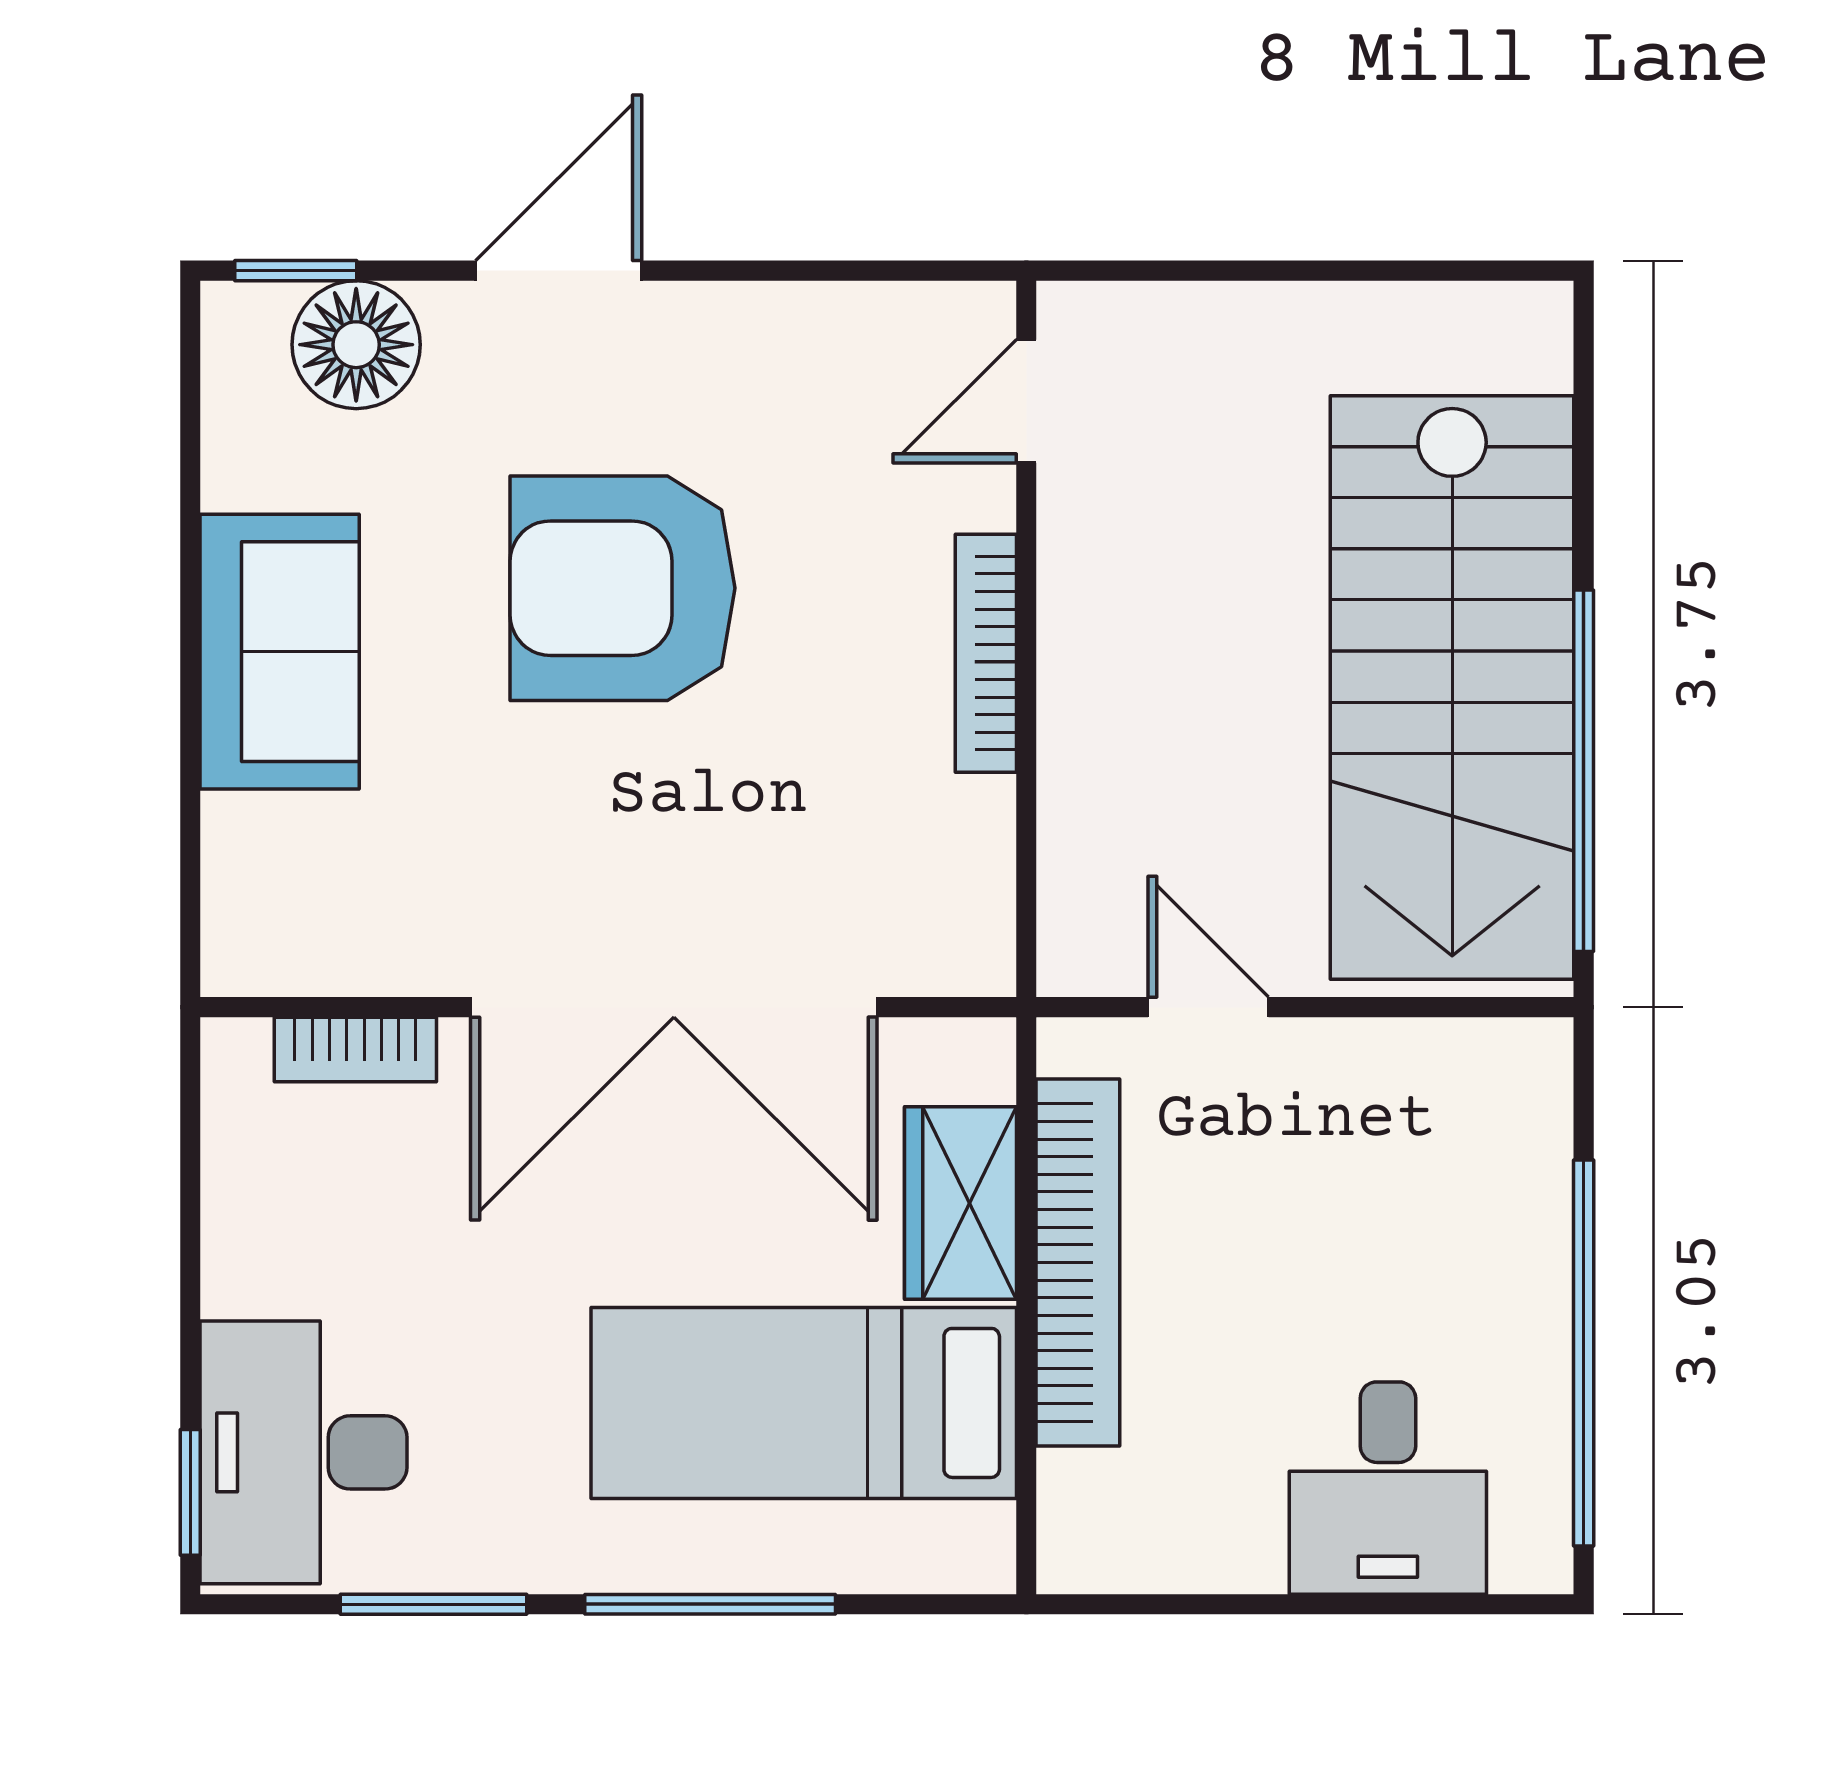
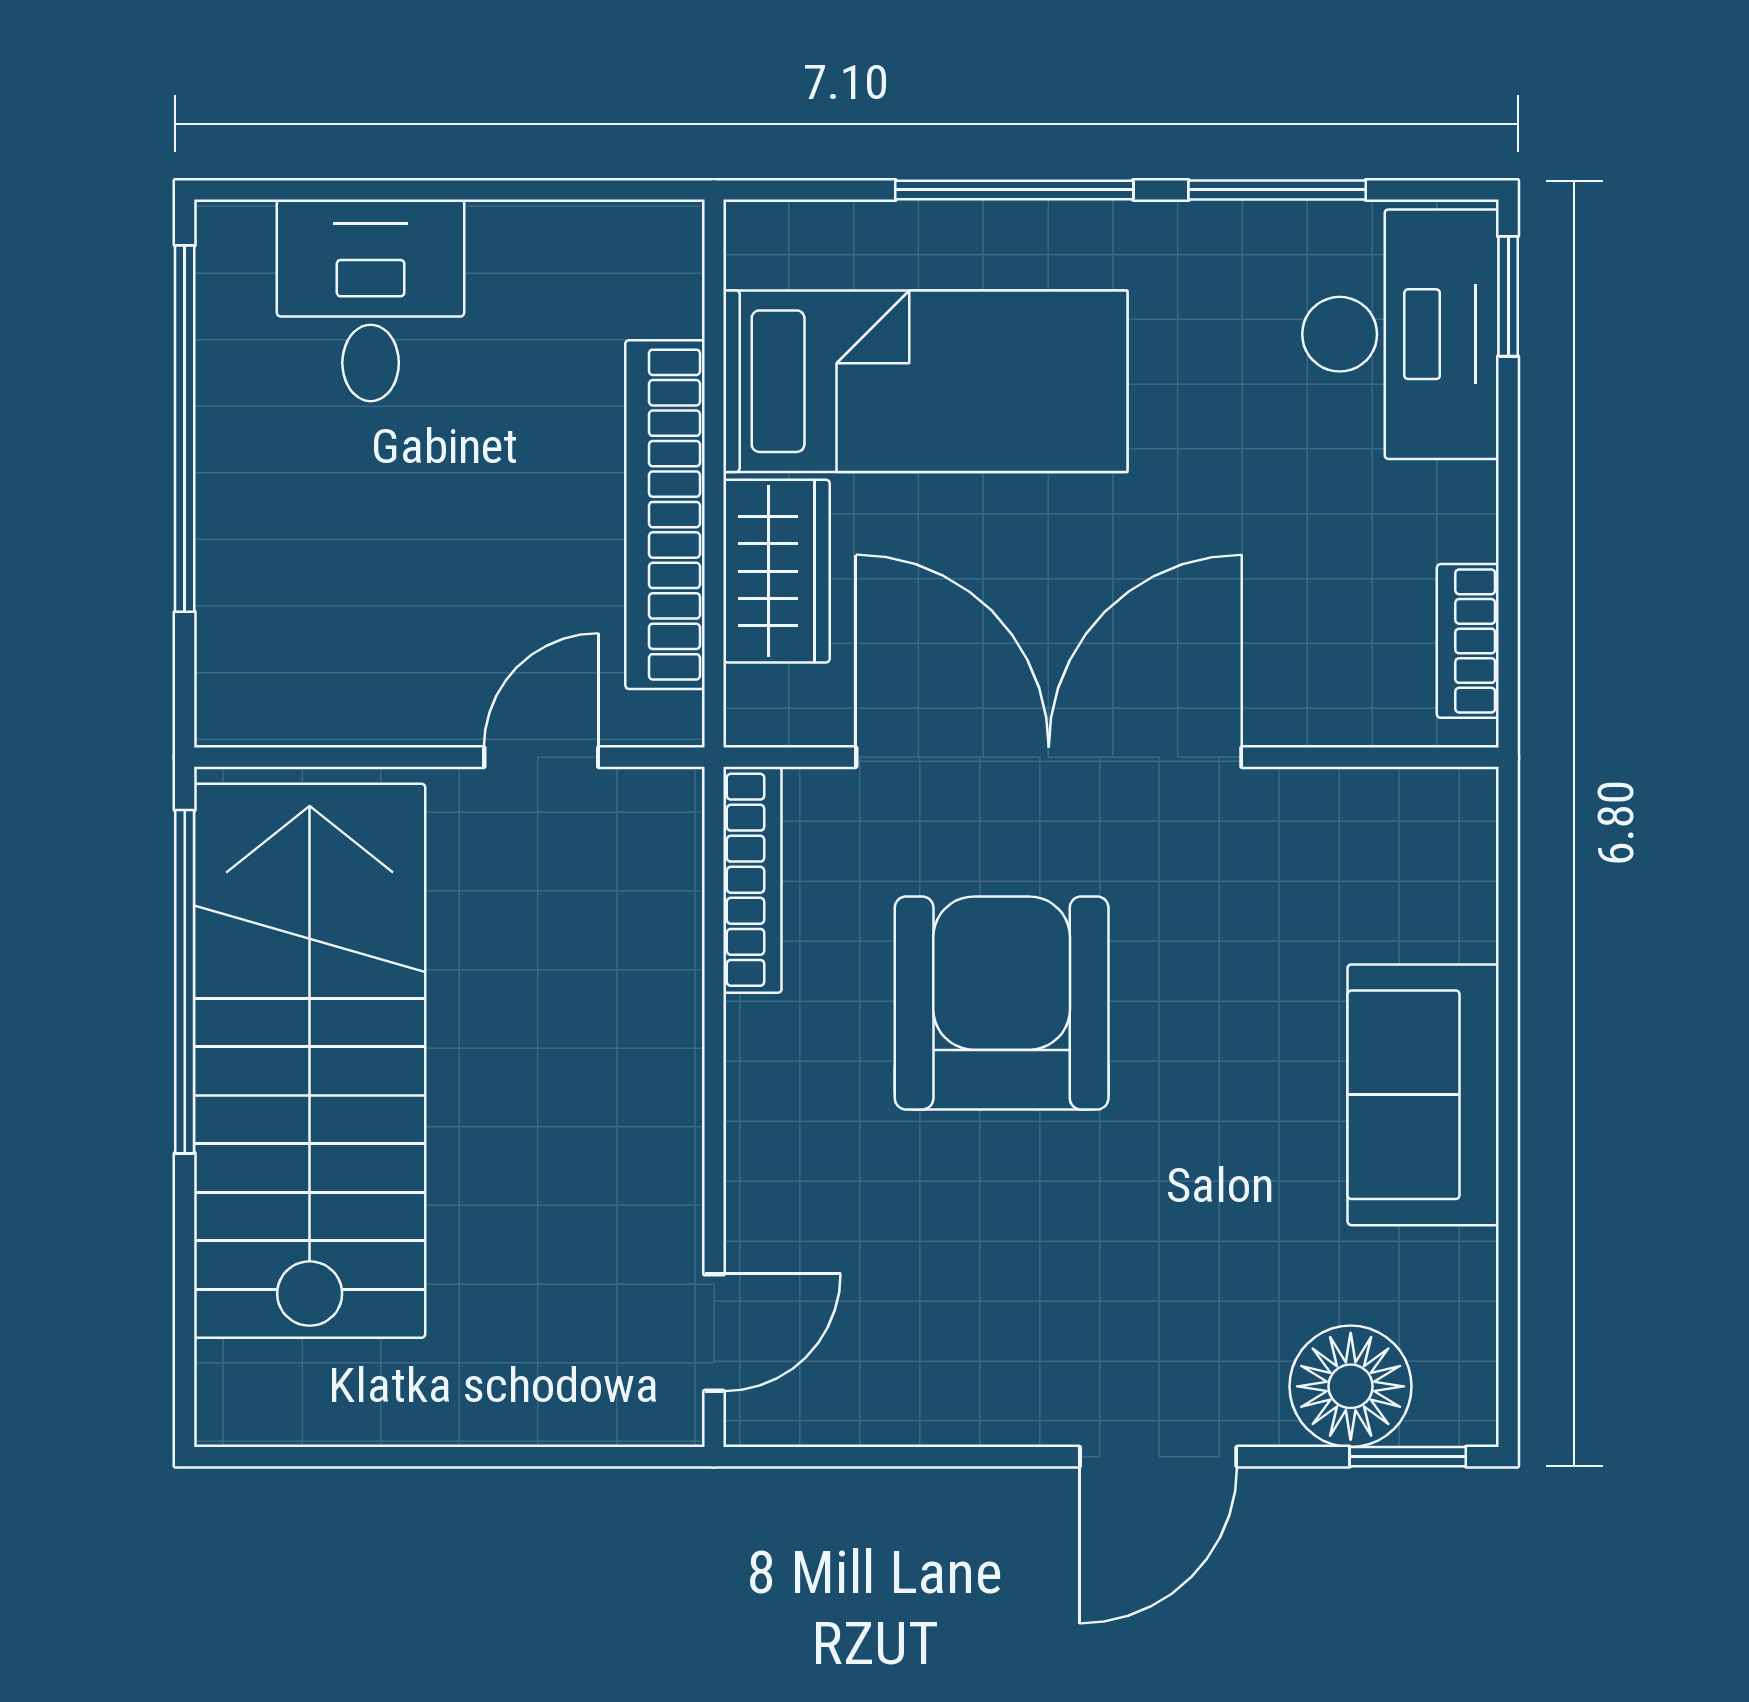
armchair: (622, 588) -> (1002, 1003), moved, turned -90
bookcase: (986, 653) -> (752, 880), moved
door: (1208, 1007) -> (541, 757), swing flipped
bookcase: (355, 1049) -> (1468, 641), moved, turned -90

